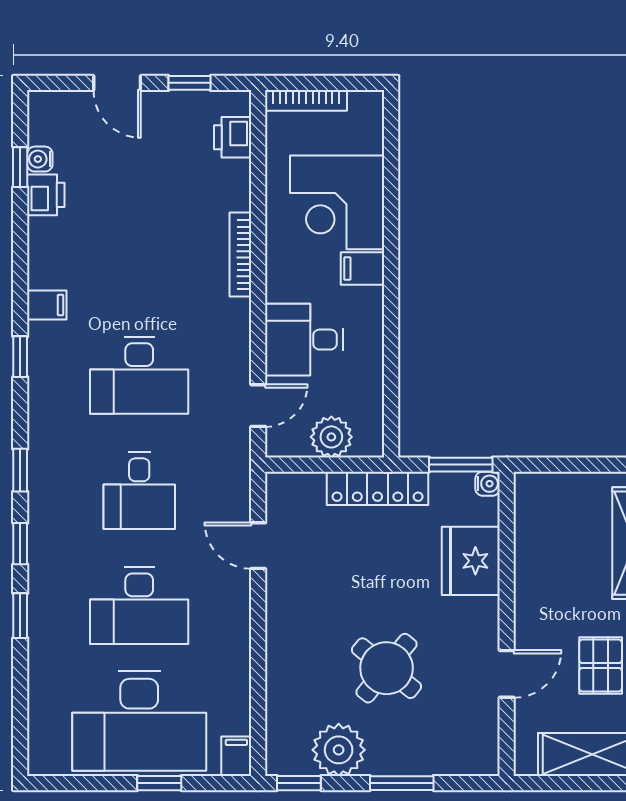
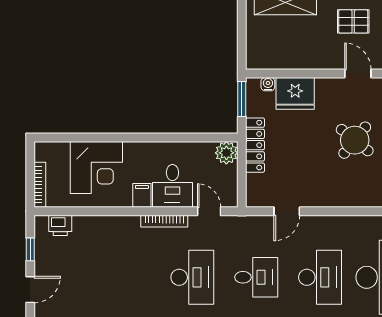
bookcase: (240, 255) -> (164, 221), moved
filing cabinet: (363, 268) -> (142, 195), moved, turned 180
plant: (331, 437) -> (226, 153), moved
water cooler: (488, 484) -> (268, 84), moved

